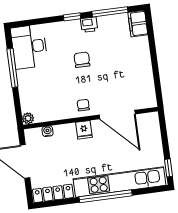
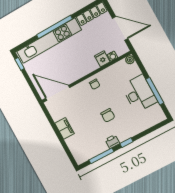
filing cabinet: (138, 24) -> (64, 128), moved
desk: (29, 47) -> (139, 94), moved
door: (117, 114) -> (58, 93), moved
fridge: (84, 130) -> (102, 59), moved

